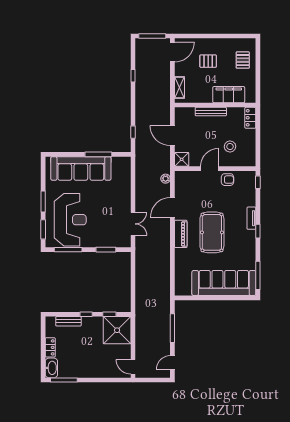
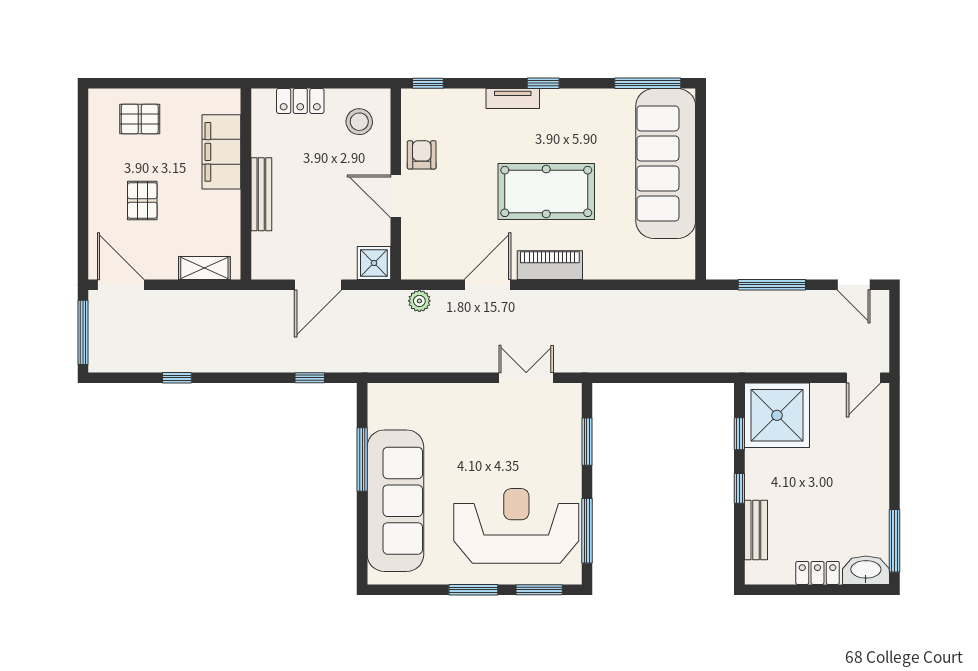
locker: (250, 118) -> (300, 101), moved
stool: (230, 147) -> (359, 122), moved
door: (172, 207) -> (488, 285), swing flipped

